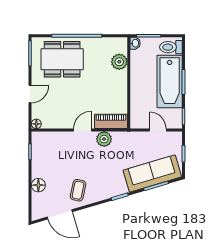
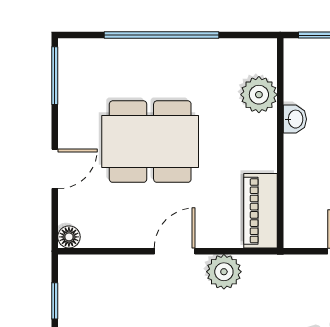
washbasin: (135, 43) -> (295, 119), moved
dining table: (62, 59) -> (150, 142), moved
piano: (111, 121) -> (260, 211), moved, turned -90

